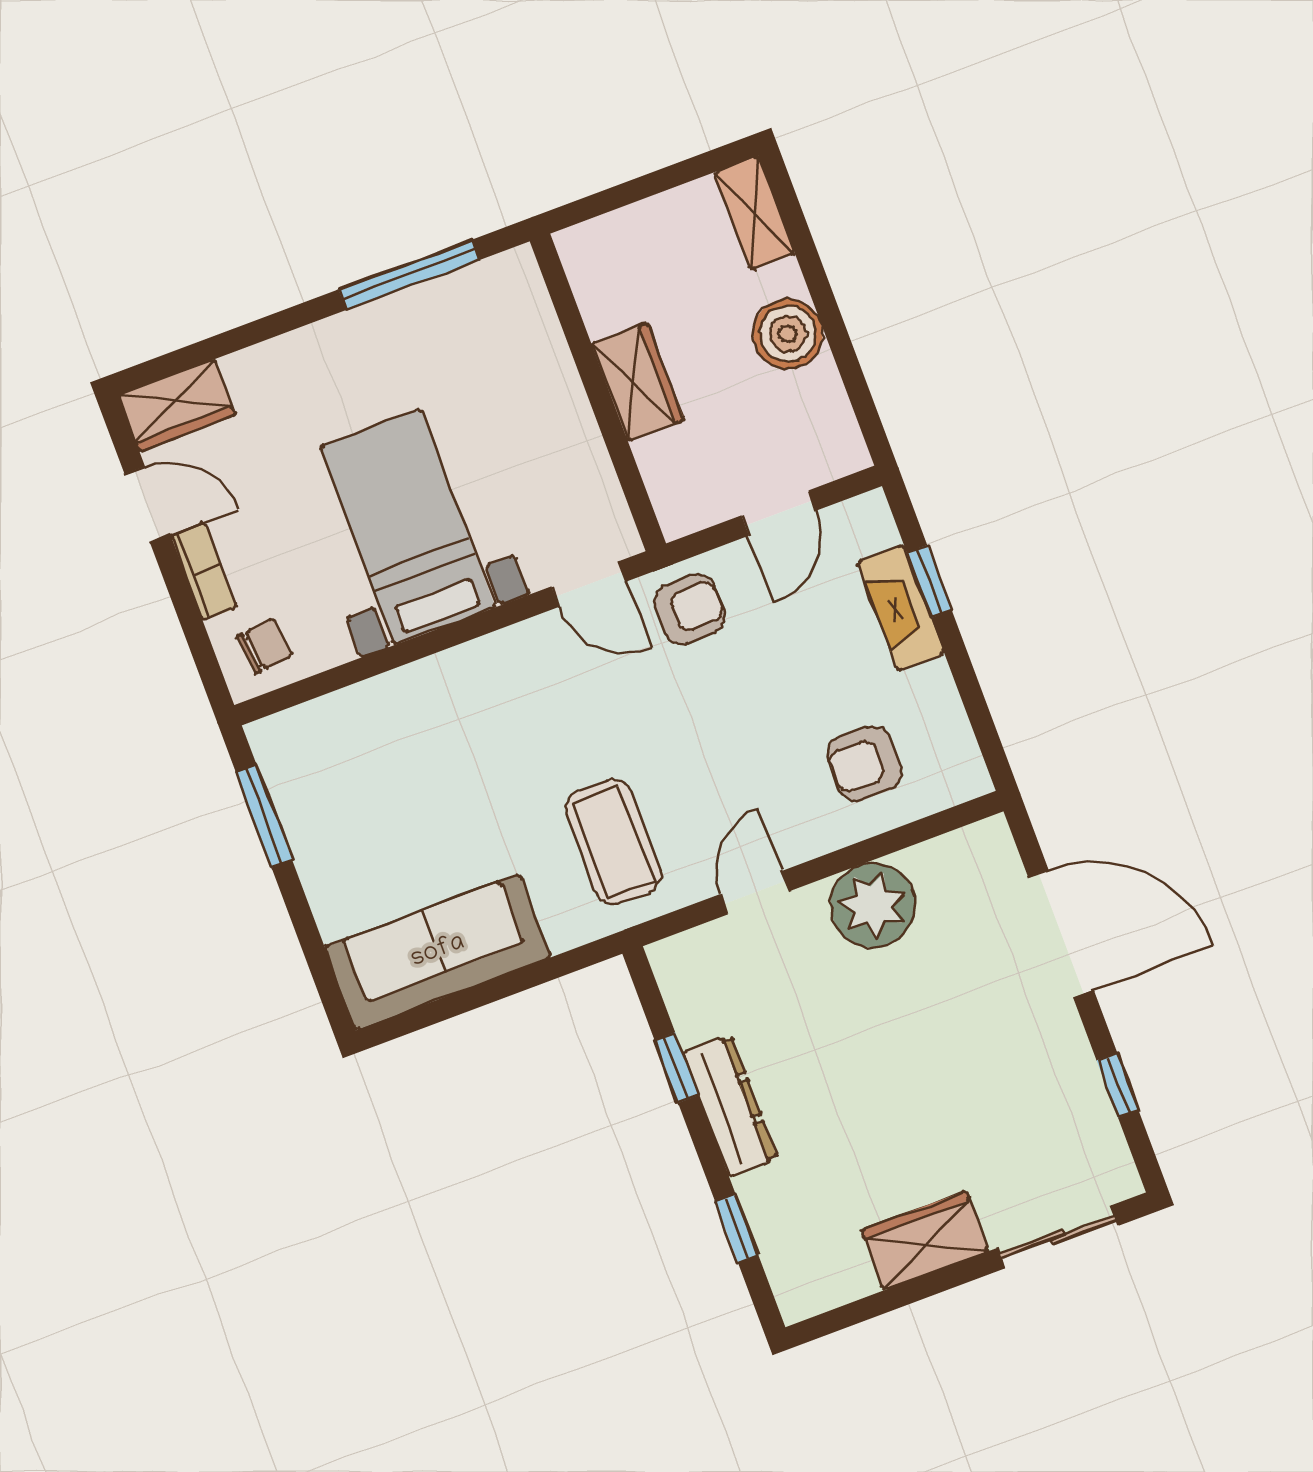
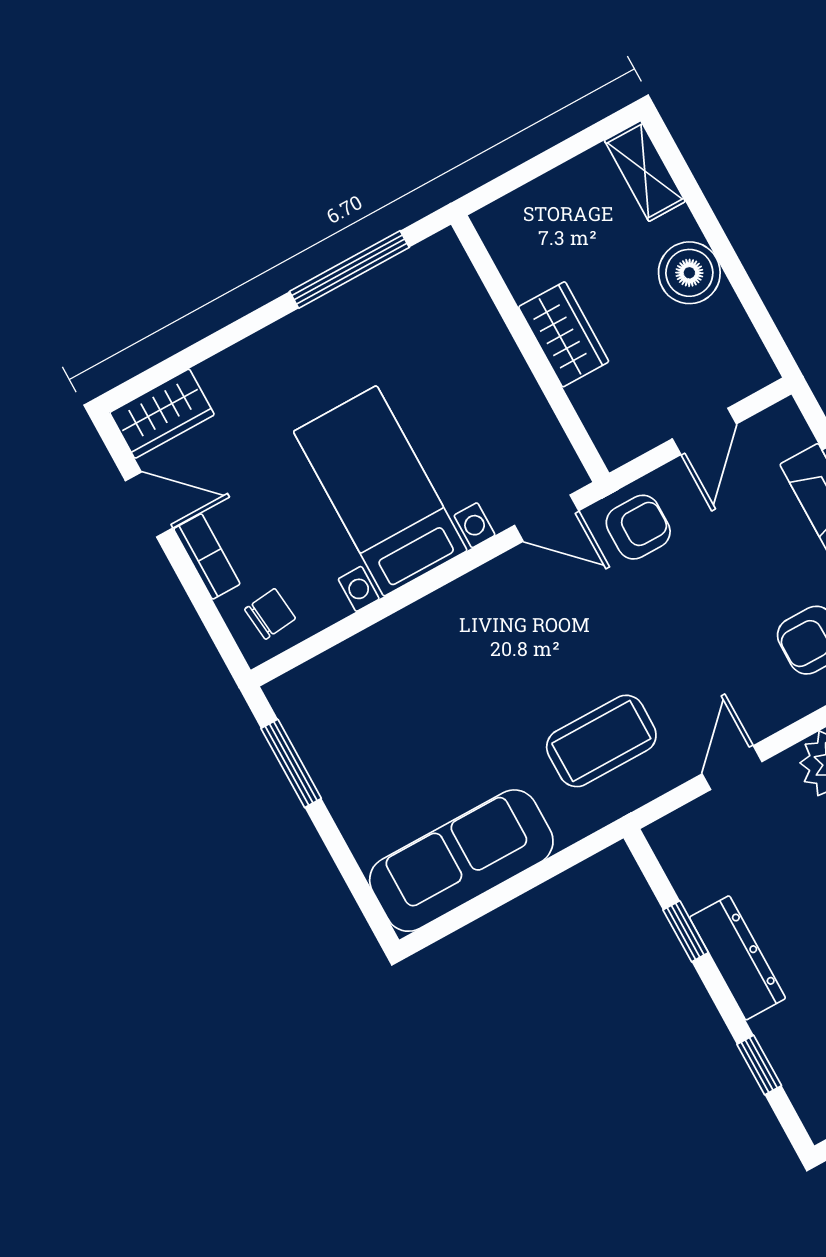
coffee table: (614, 842) -> (601, 741), turned 90

